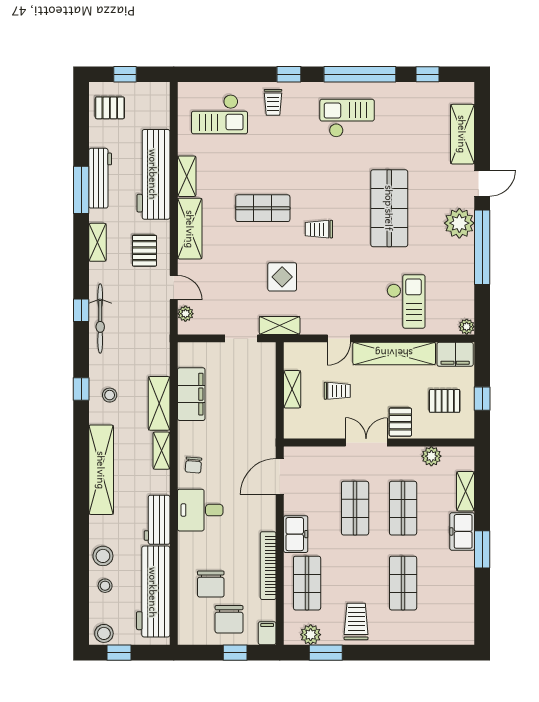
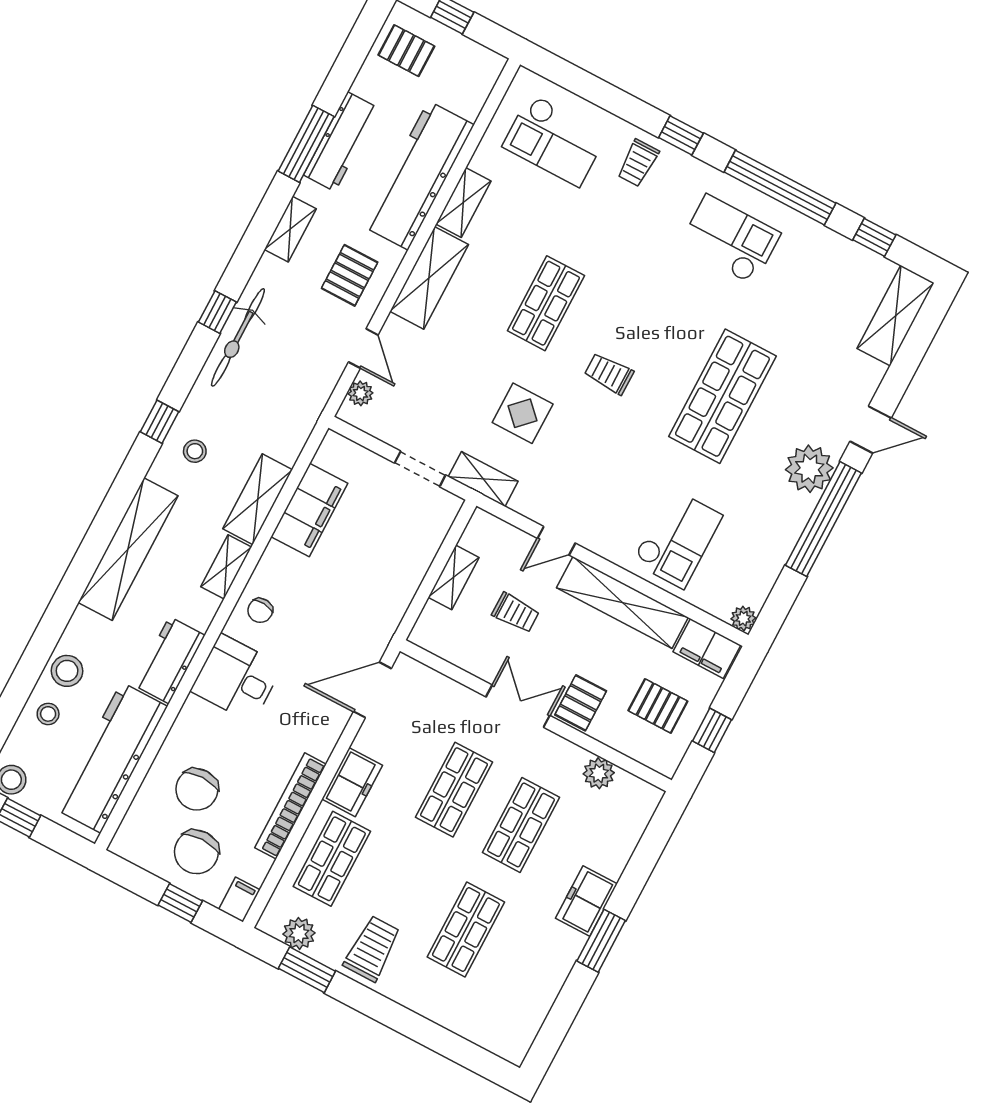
shelving: (462, 134) -> (896, 316), moved
shop shelf: (263, 208) -> (546, 303), turned 90
shelving: (466, 491) -> (621, 847), removed

